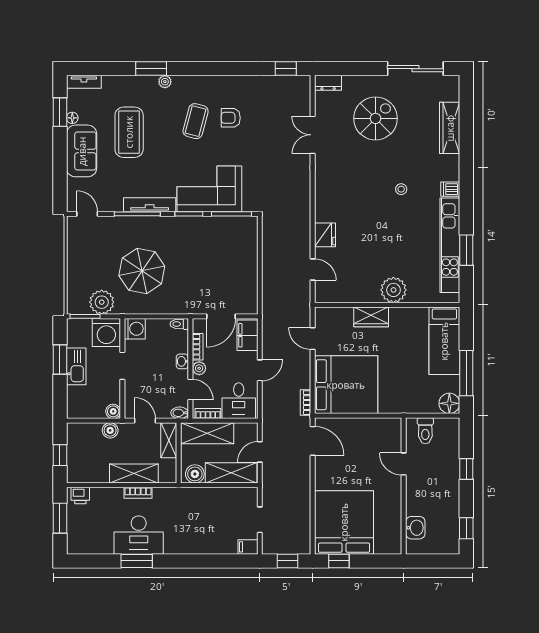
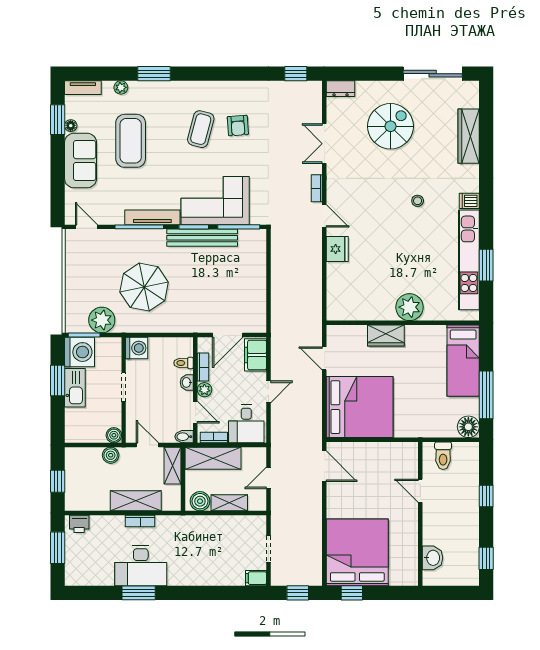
plant: (165, 82) -> (121, 87), moved
armchair: (231, 118) -> (238, 126), turned -94
bench: (197, 224) -> (202, 238), added
door: (313, 270) -> (324, 216), moved
toilet: (179, 324) -> (183, 363), moved
washing machine: (106, 332) -> (79, 352), moved, turned -90
bookcase: (306, 403) -> (317, 188), moved
shelving: (231, 473) -> (229, 503), width x0.67, depth x0.75

